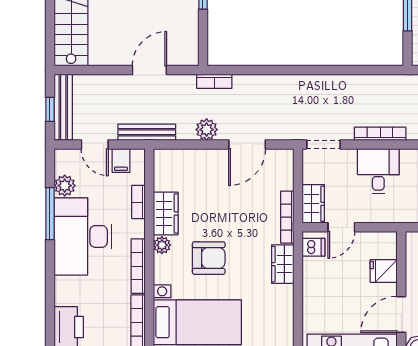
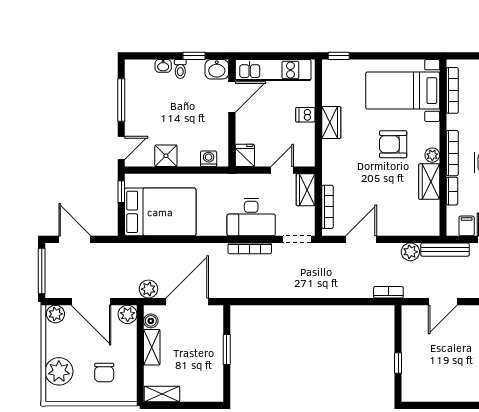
plant: (207, 130) -> (410, 252), moved
desk: (378, 171) -> (251, 217), width x1.37
bookcase: (287, 217) -> (327, 207), moved
dishwasher: (313, 247) -> (305, 115), moved
wardrobe: (283, 264) -> (331, 123), moved
bookcase: (138, 266) -> (452, 153), moved
fridge: (384, 271) -> (245, 155), moved, turned -90

